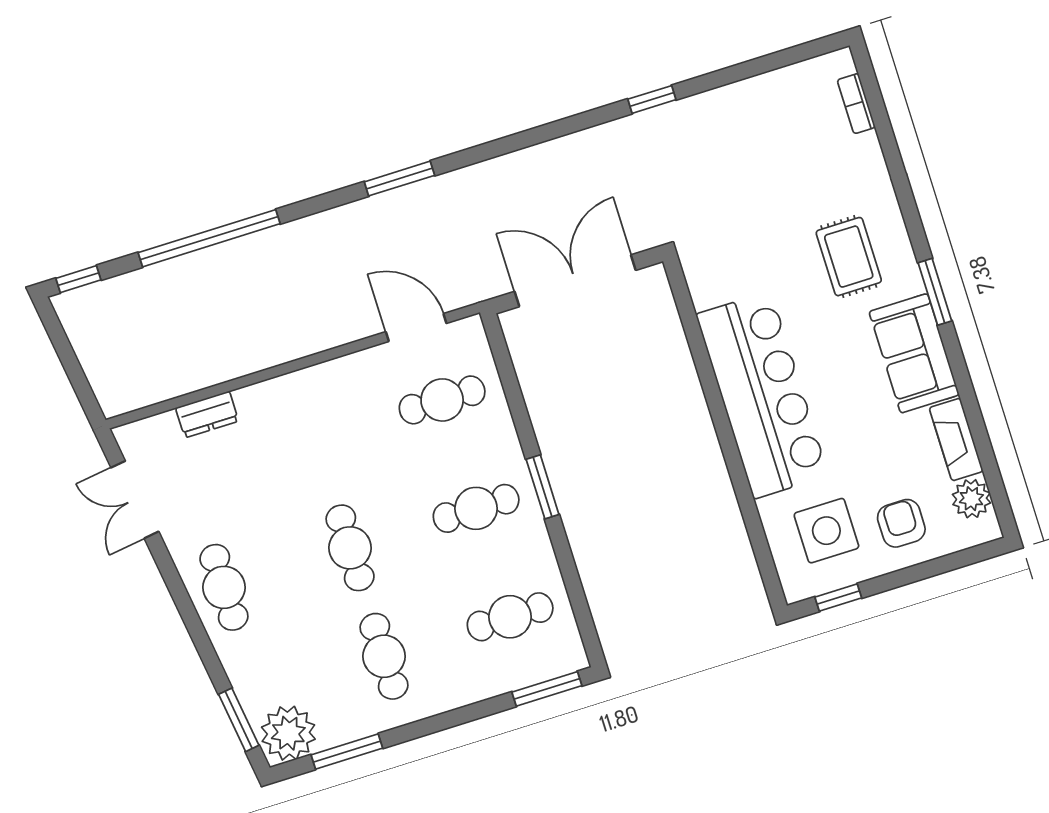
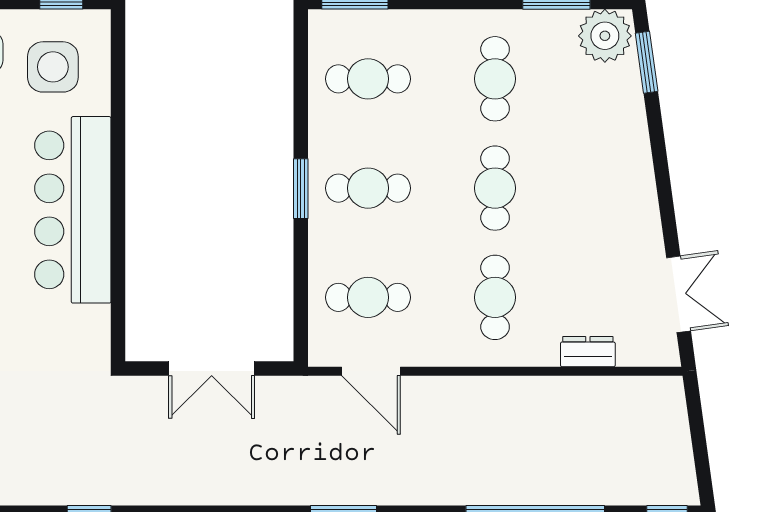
double door: (575, 281) -> (212, 368), width x0.73
cafe table: (224, 587) -> (495, 297), moved

